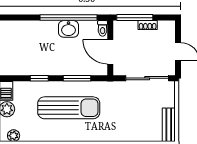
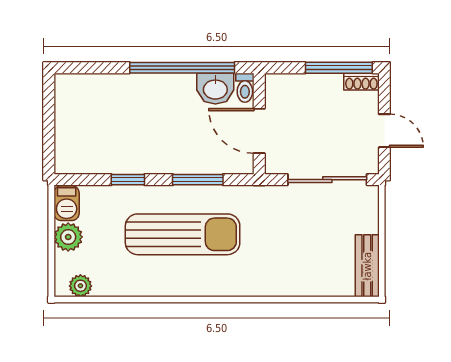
window: (135, 18) -> (339, 68), moved
shoe rack: (148, 25) -> (361, 82), moved
washbasin: (68, 29) -> (215, 89), moved

